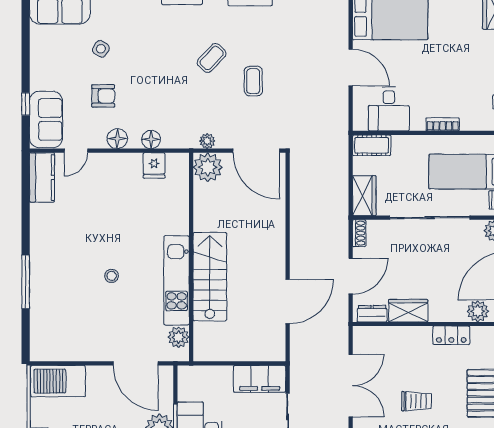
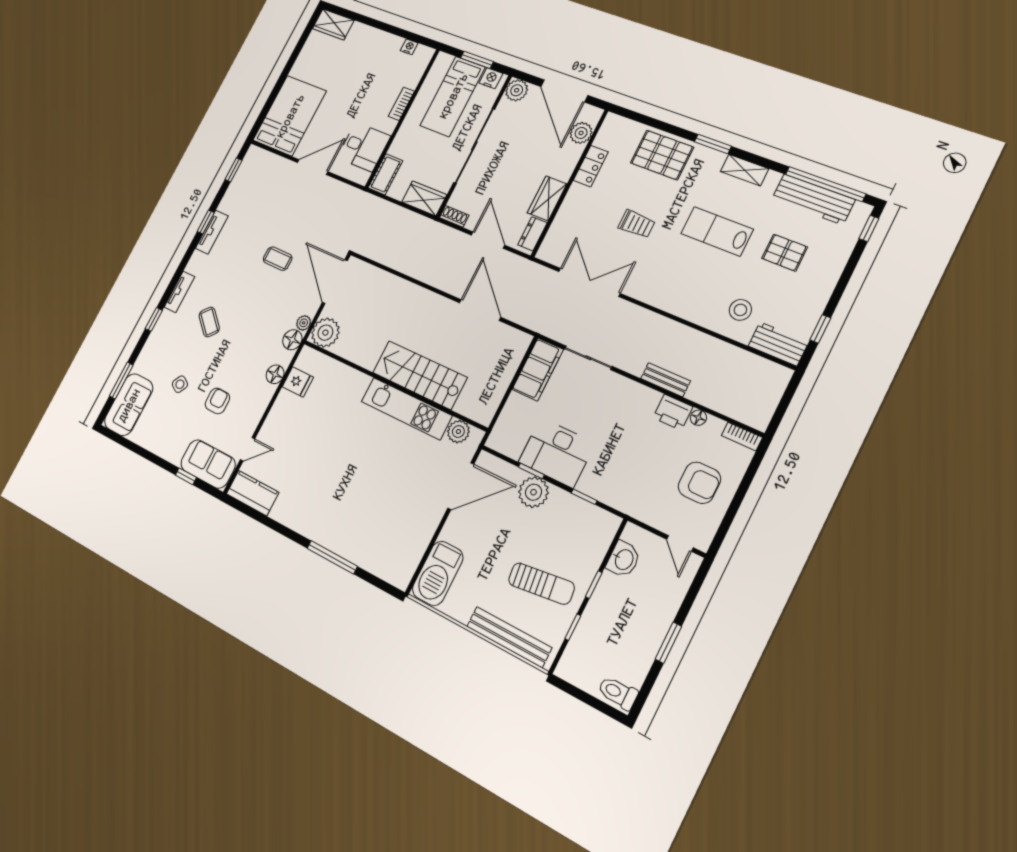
coffee table: (212, 58) -> (209, 322), moved
floor lamp: (117, 139) -> (292, 340), moved
door: (76, 151) -> (248, 449), hinge flipped
door: (256, 151) -> (335, 282), swing flipped
stool: (112, 276) -> (370, 470), removed
trolley: (417, 401) -> (637, 224), turned 90

